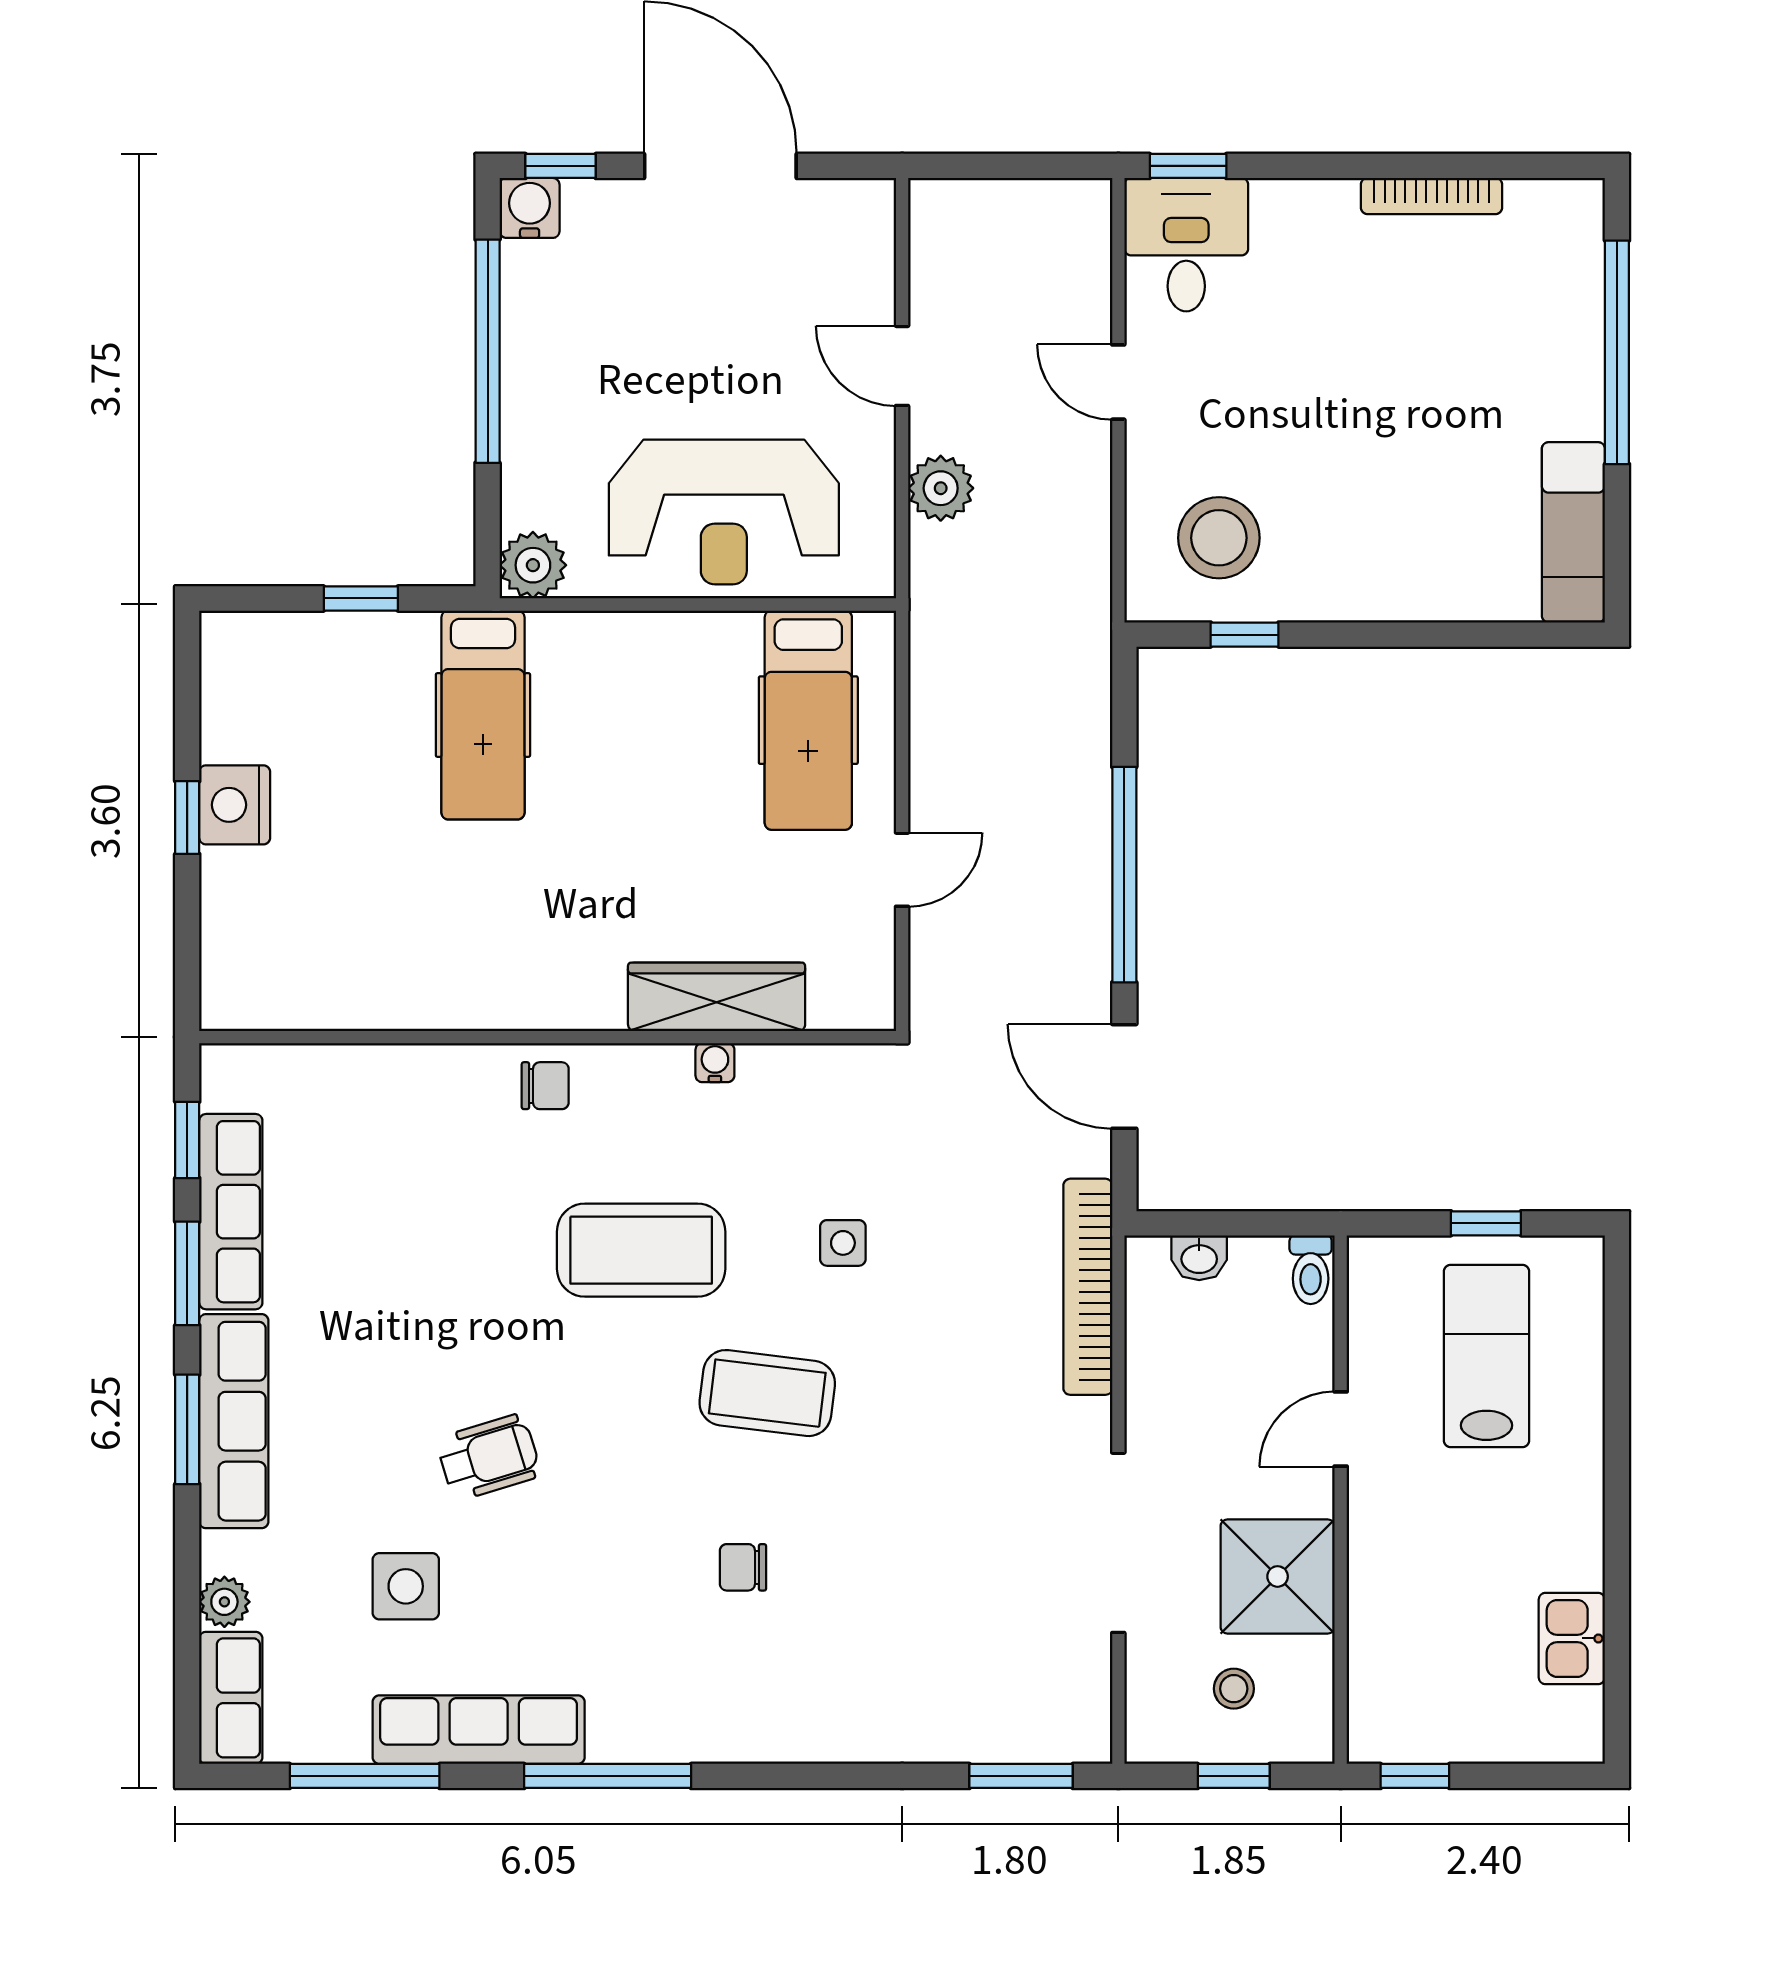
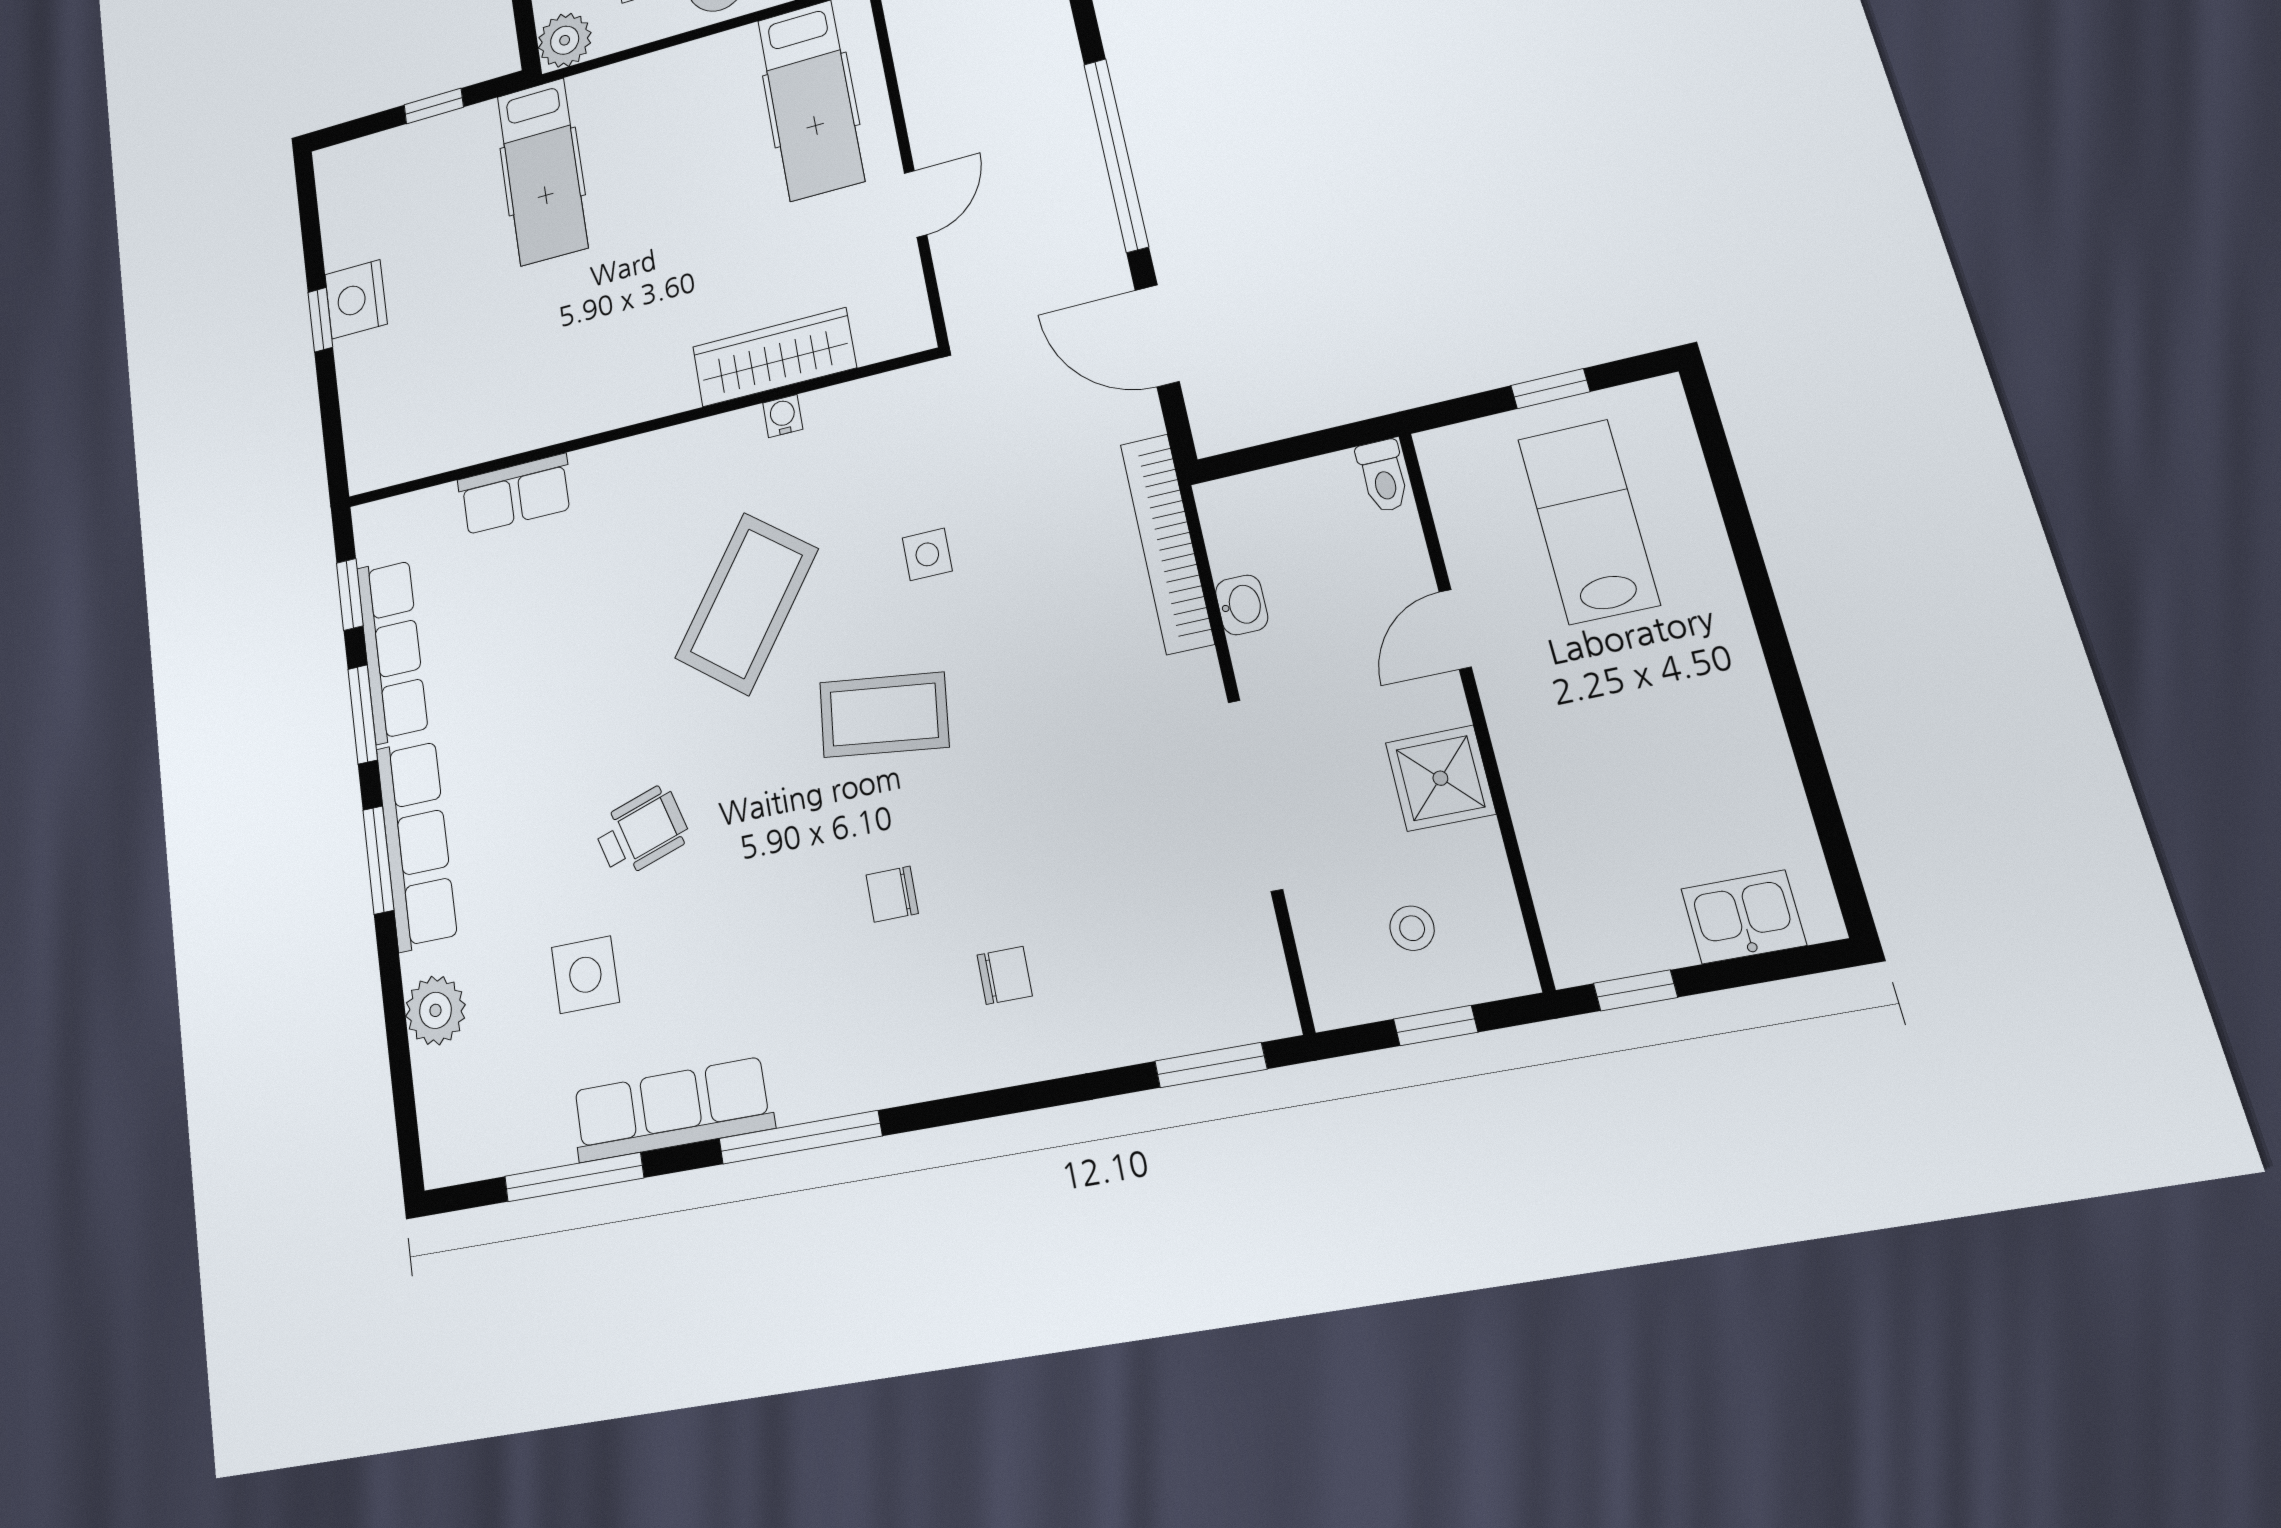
chair: (545, 1086) -> (1005, 975), moved
coffee table: (641, 1250) -> (746, 604), turned -53
washbasin: (1199, 1258) -> (1242, 605), moved, turned -90
shower: (1278, 1576) -> (1440, 778), width x0.73, depth x0.73
plant: (224, 1602) -> (435, 1010), width x1.38, depth x1.38
kitchen sink: (1572, 1638) -> (1744, 917), moved, turned 90
row of seats: (231, 1698) -> (515, 494), moved, turned 90

